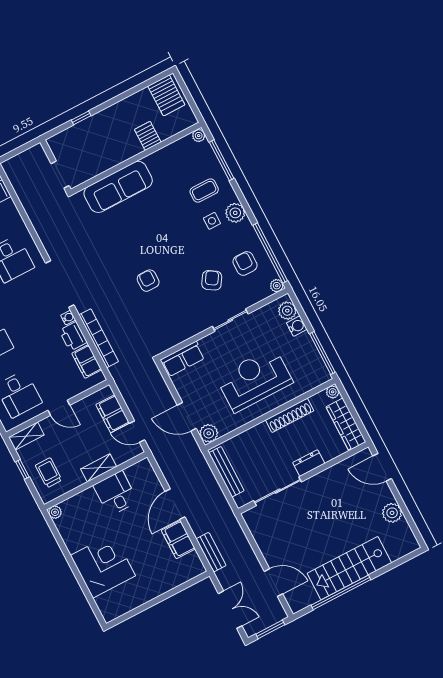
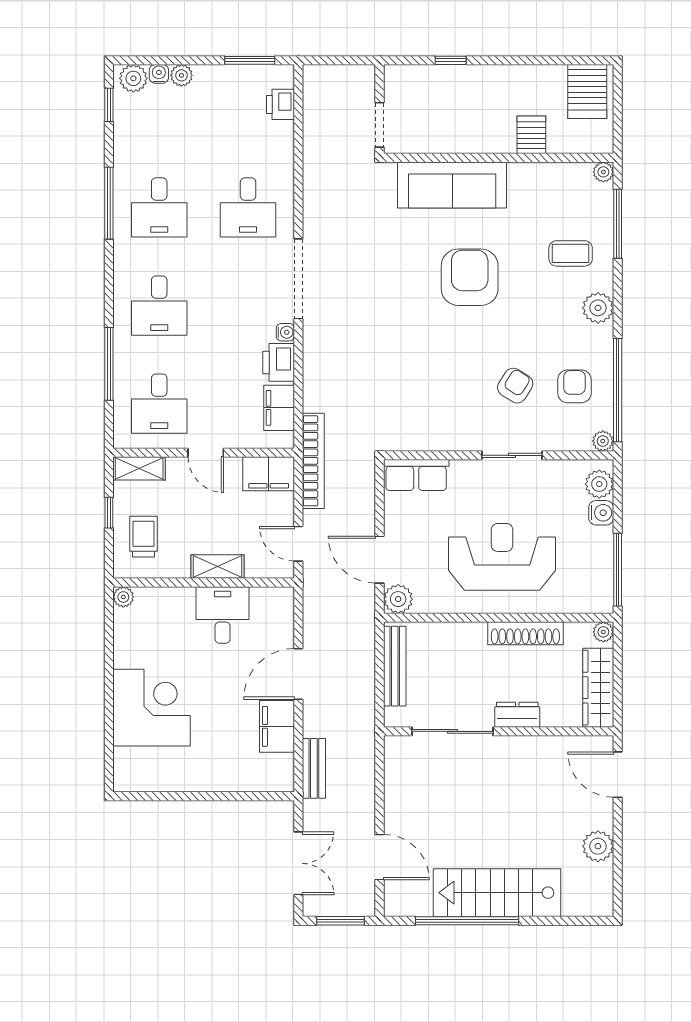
side table: (212, 221) -> (559, 302), removed
armchair: (148, 281) -> (470, 277), moved, width x1.88, depth x1.88
bookcase: (99, 338) -> (313, 461), moved
filing cabinet: (113, 414) -> (269, 474), moved, turned -90

